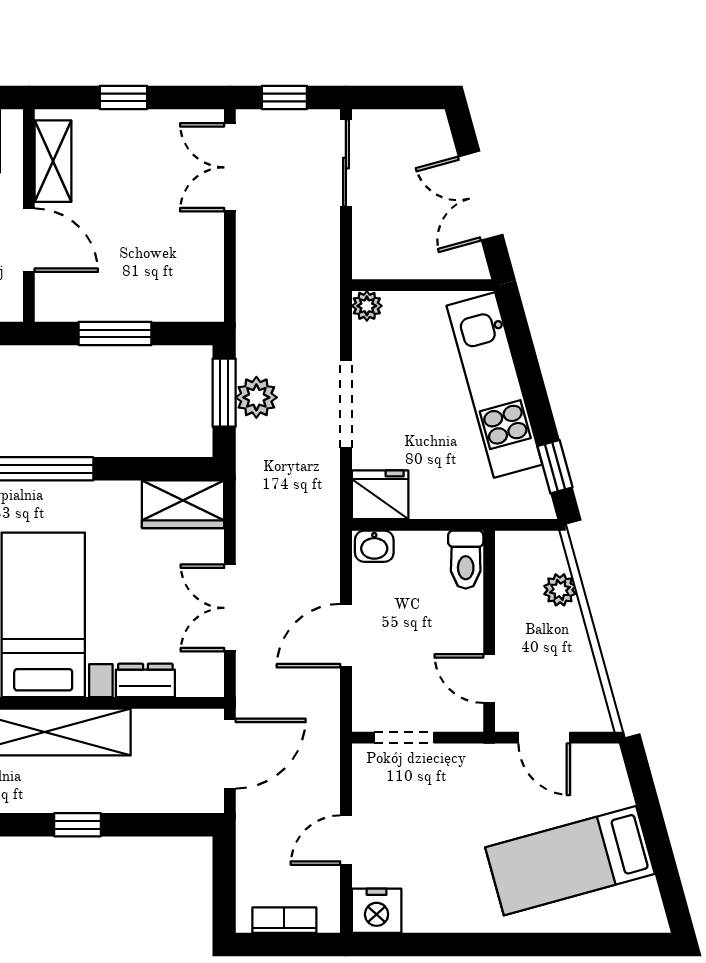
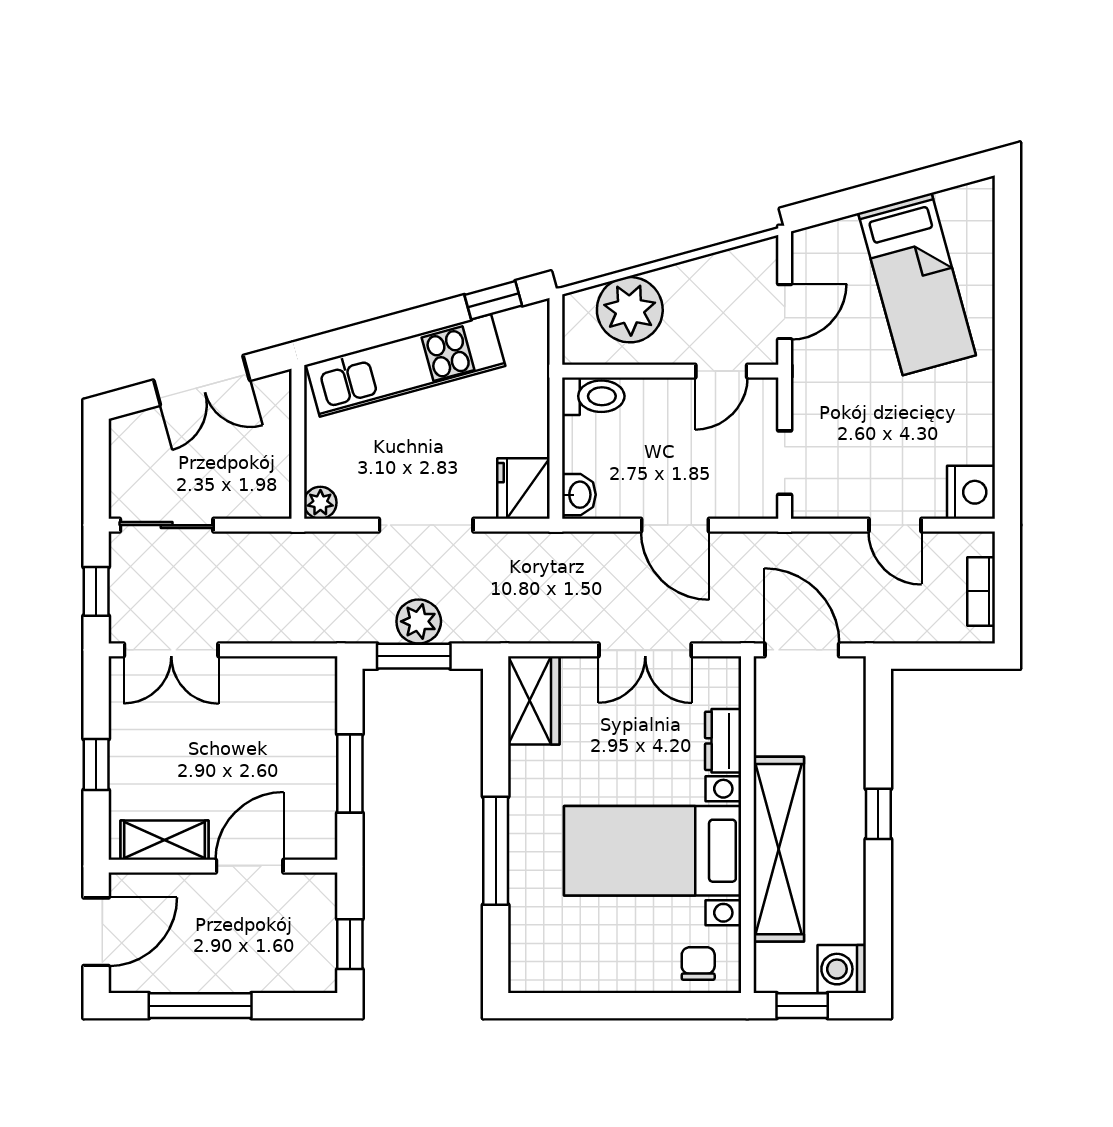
plant: (560, 590) -> (630, 310), width x1.87, depth x1.87

